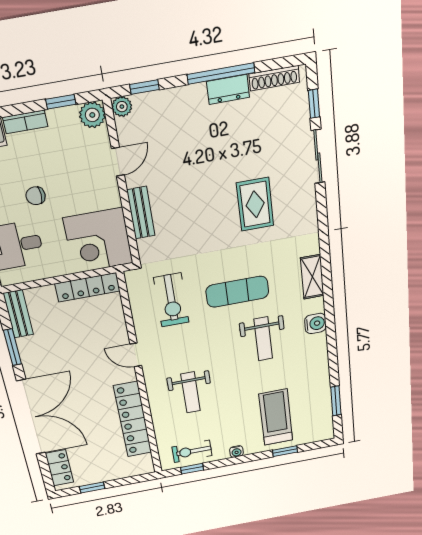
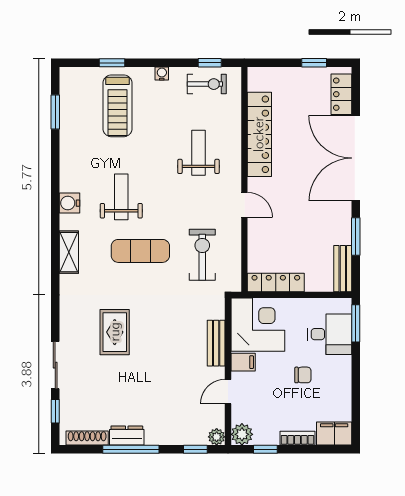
filing cabinet: (107, 198) -> (243, 362), added

